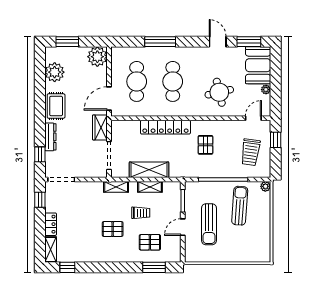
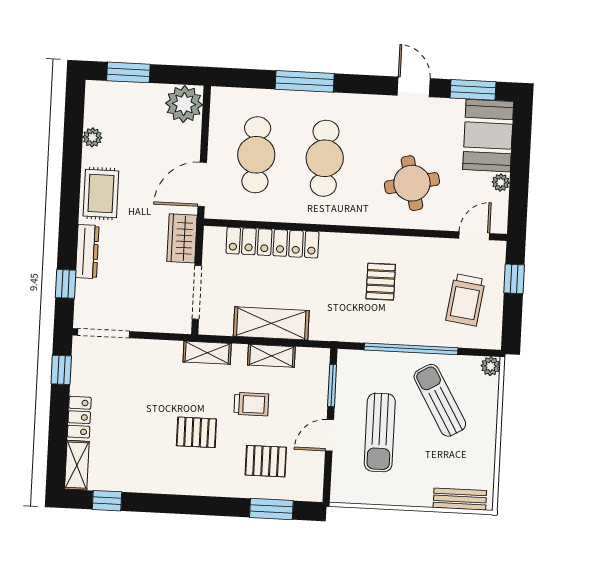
plant: (55, 72) -> (92, 137), width x0.53, depth x0.53
locker: (165, 127) -> (272, 243), moved
sun lounger: (240, 206) -> (440, 400), turned -34
bench: (253, 257) -> (460, 499), added

